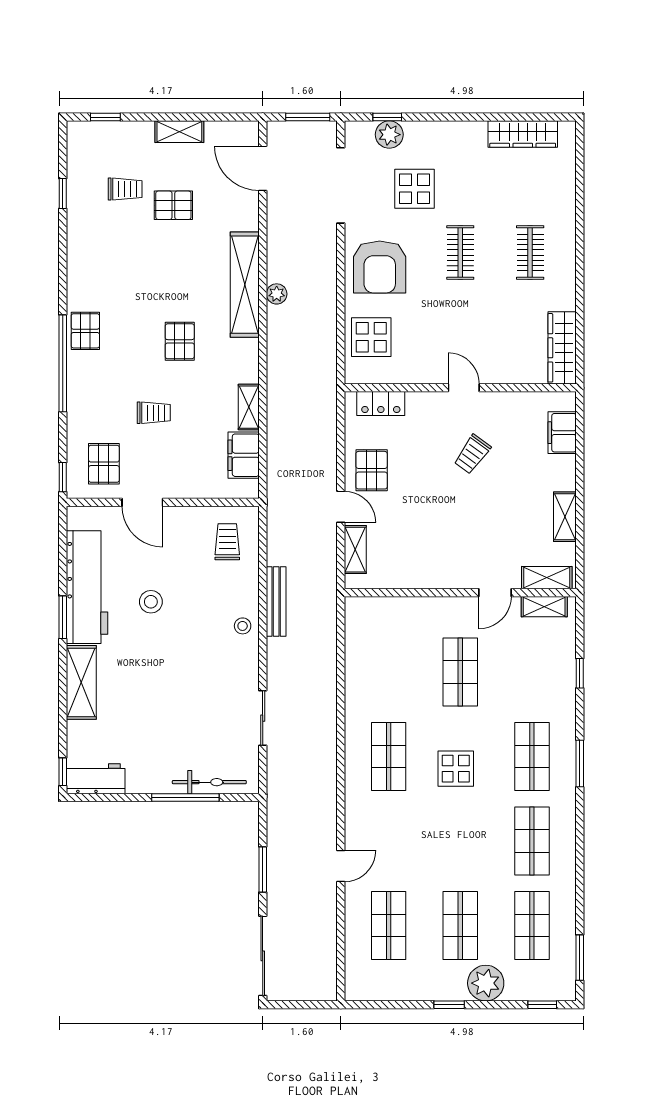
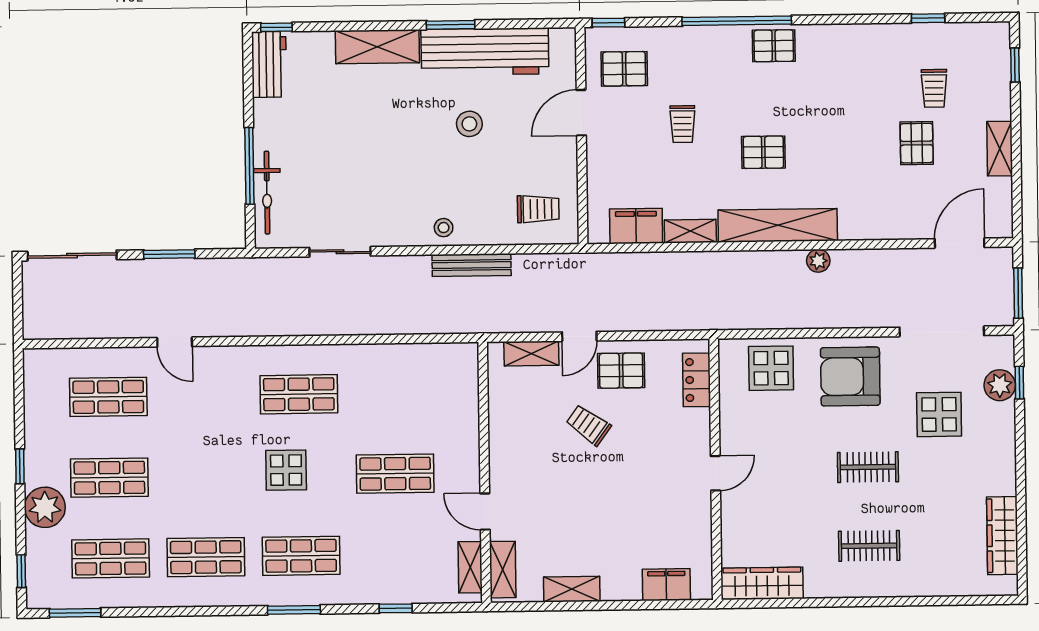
shelving: (245, 285) -> (778, 225), moved
trolley: (472, 454) -> (588, 425), moved

